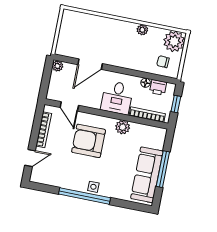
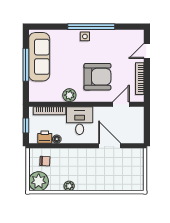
door: (90, 64) -> (110, 146), hinge flipped
plant: (57, 66) -> (139, 138), removed
door: (69, 106) -> (121, 104), hinge flipped

